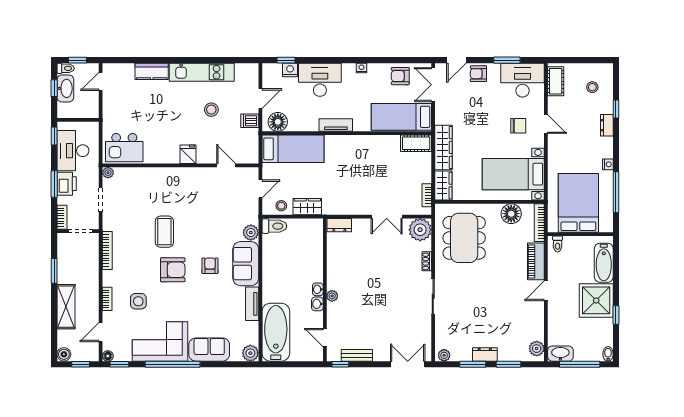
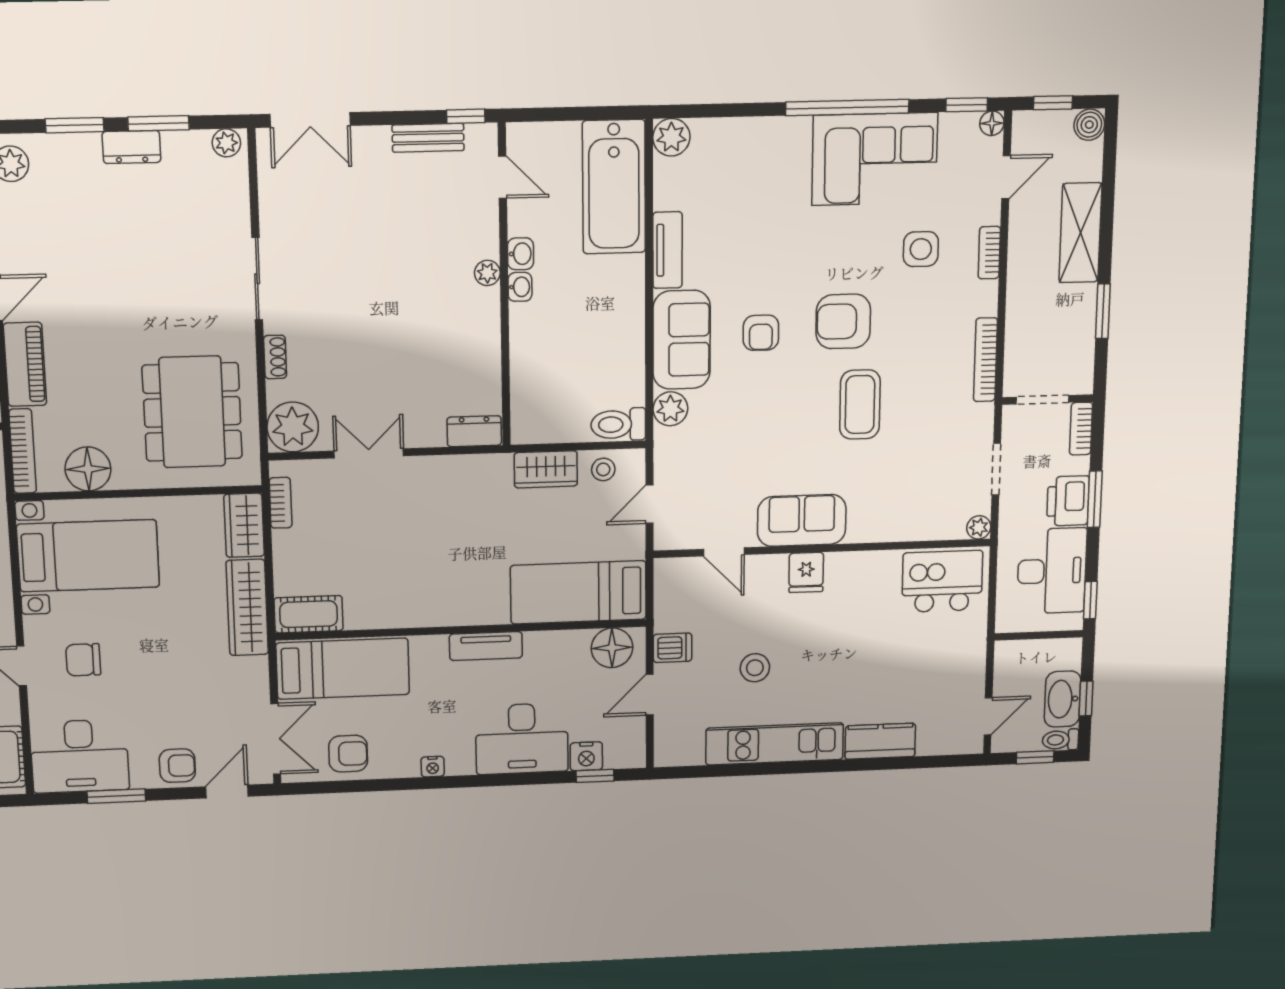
sofa: (209, 350) -> (802, 520), moved, turned 180

